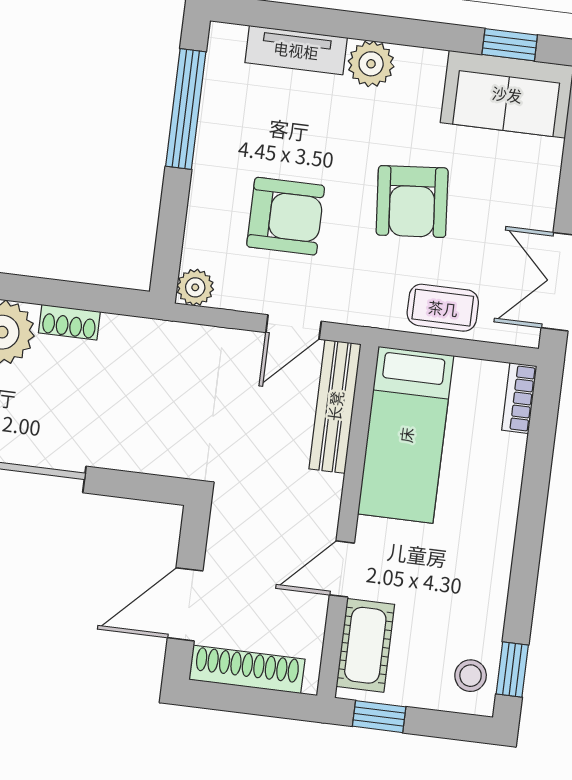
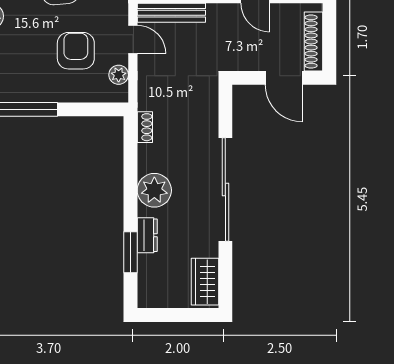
plant: (195, 287) -> (119, 75), moved
shoe rack: (69, 322) -> (145, 127), moved

